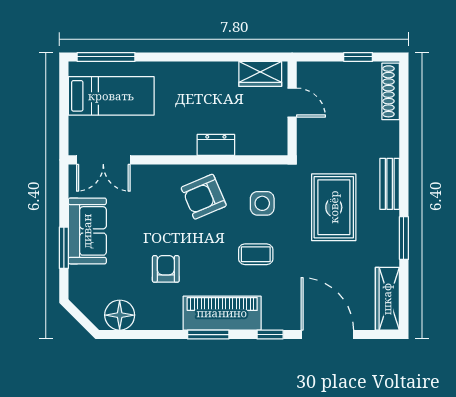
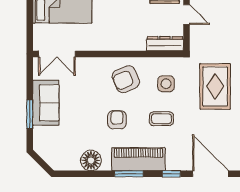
dresser: (216, 145) -> (165, 44), moved, width x1.44
armchair: (166, 269) -> (117, 120), moved
floor lamp: (120, 315) -> (91, 160), moved

